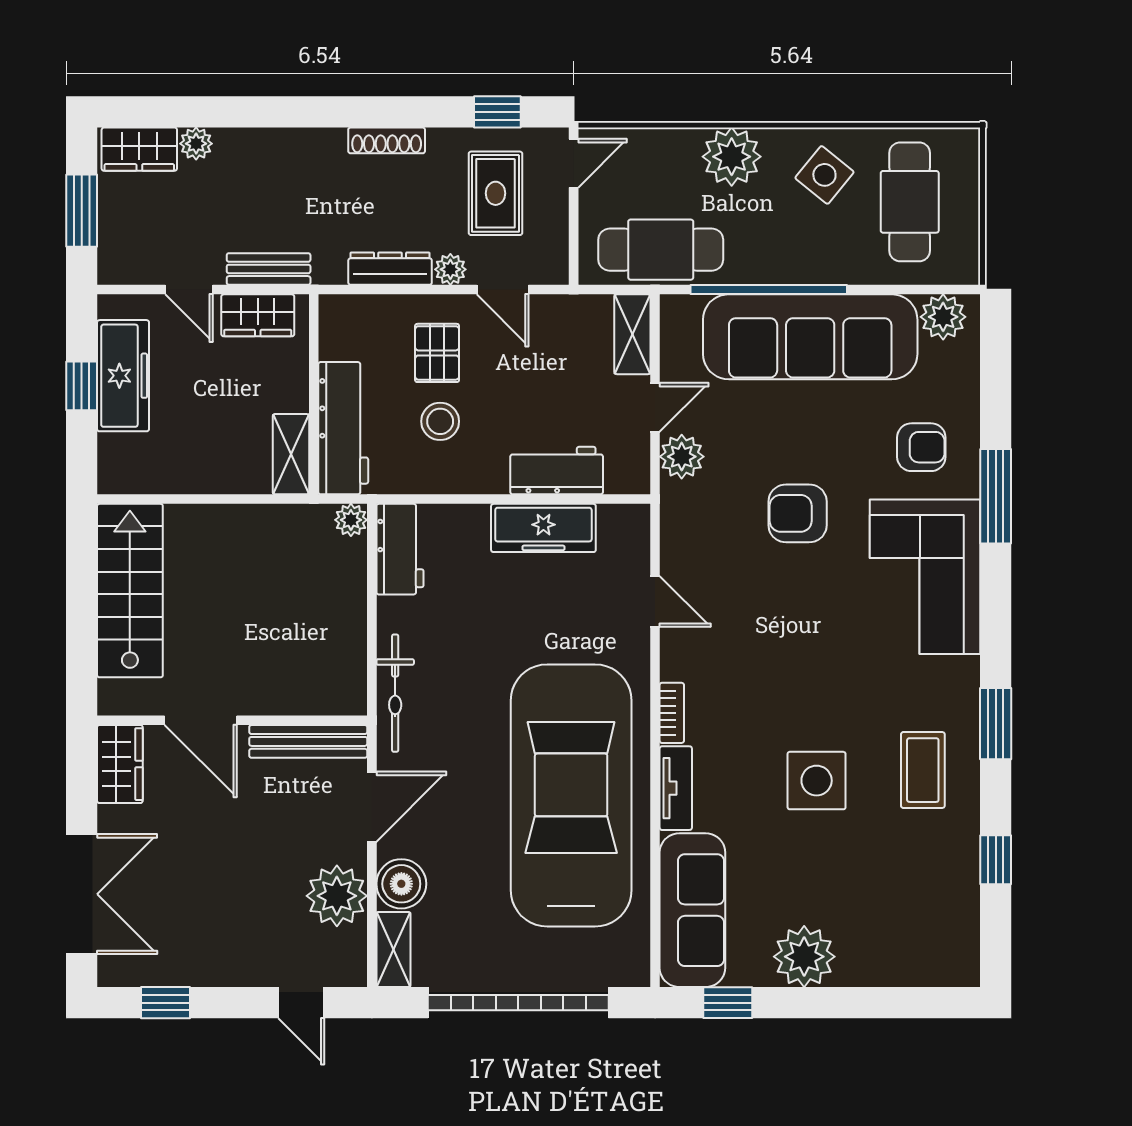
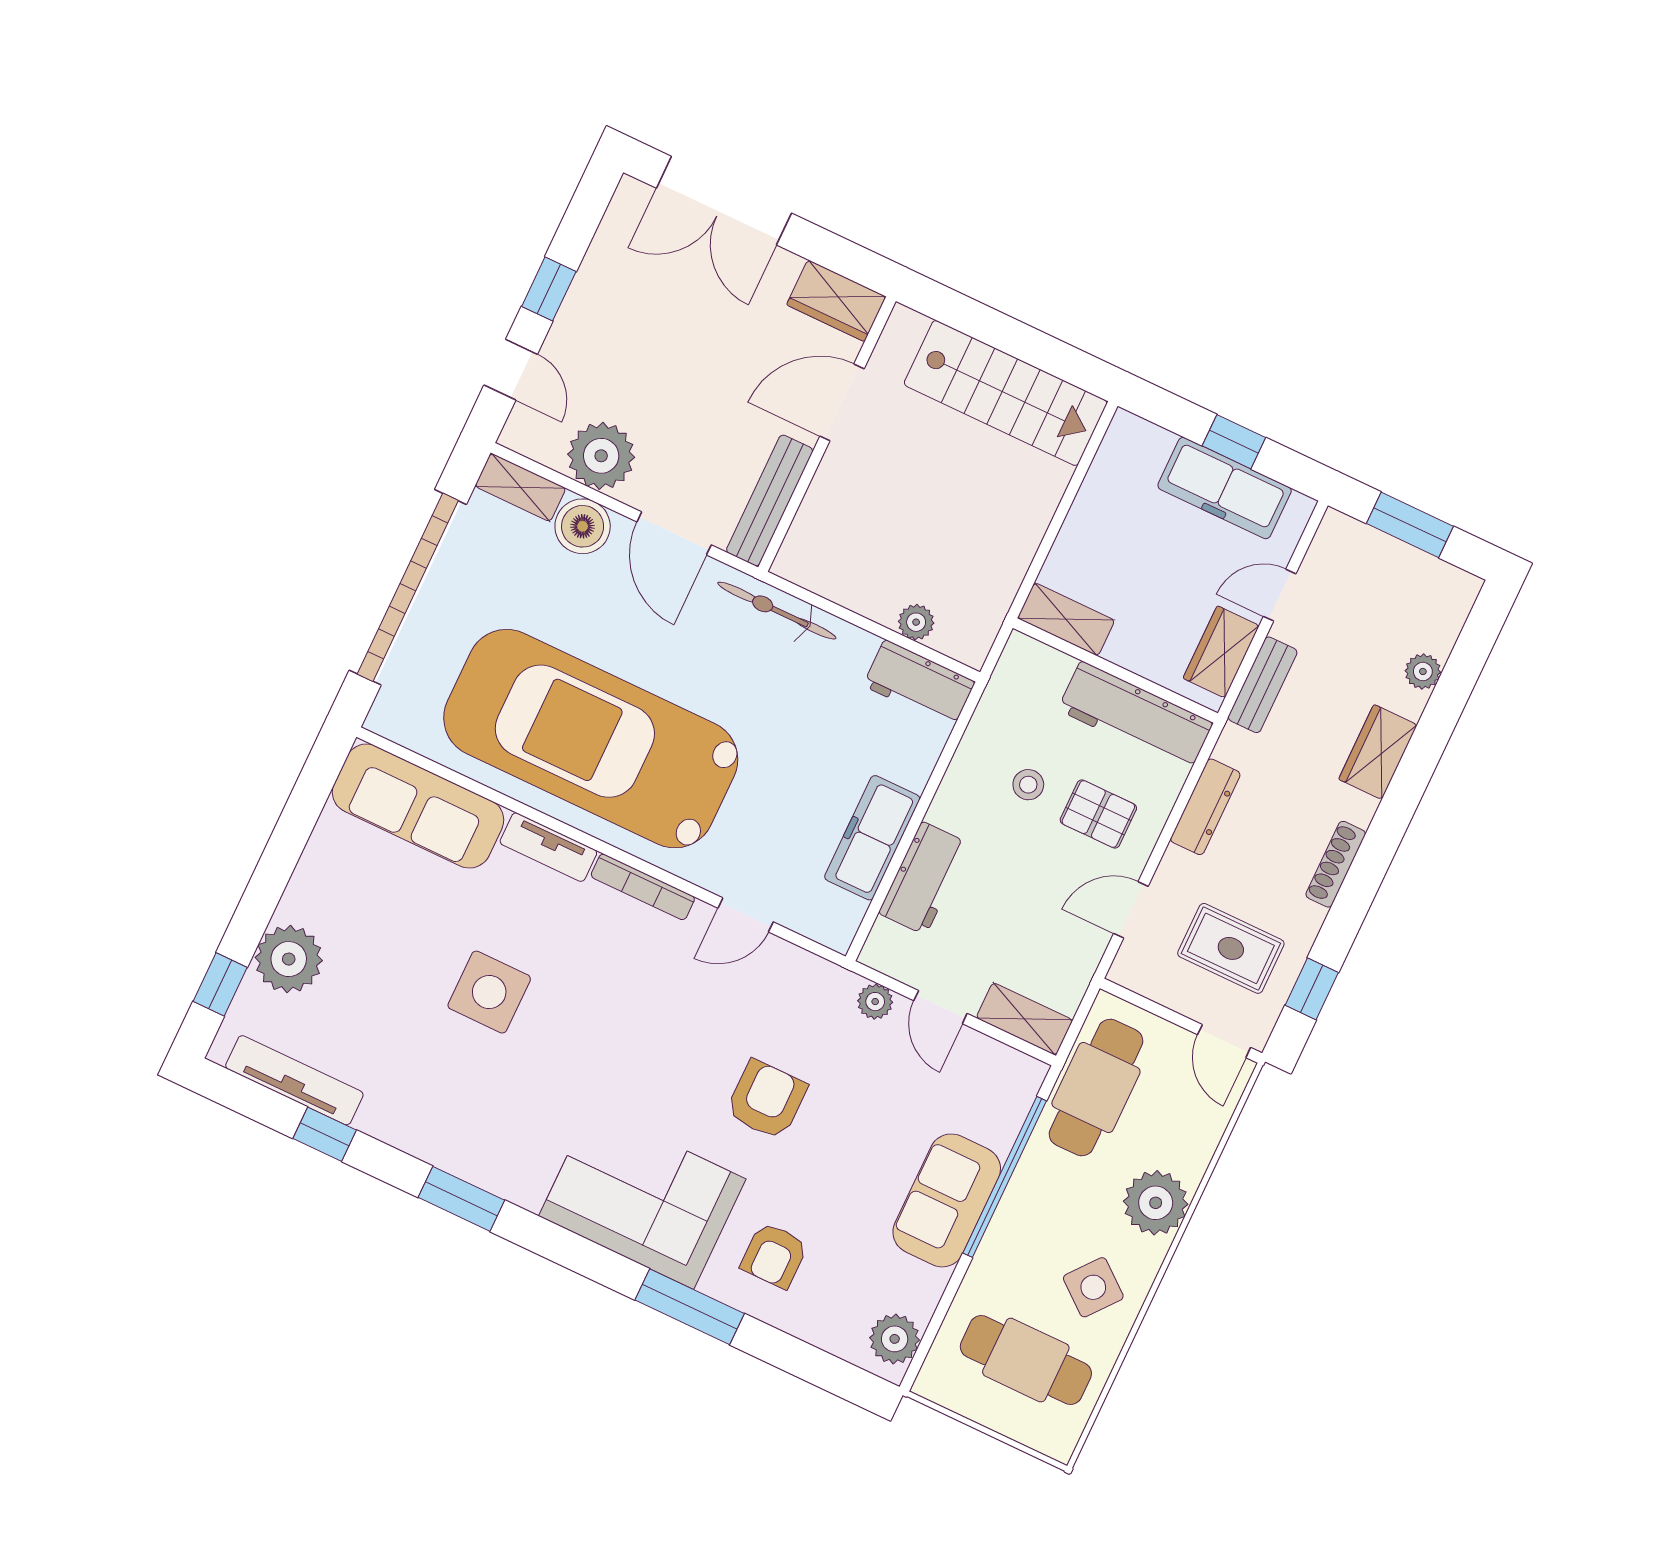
wardrobe: (139, 149) -> (1378, 752), moved
plant: (450, 269) -> (1176, 867), removed
sofa: (810, 337) -> (947, 1200), width x0.54, depth x0.79
stool: (440, 421) -> (1028, 785), width x0.73, depth x0.73
workbench: (343, 428) -> (1135, 716), moved
plant: (682, 457) -> (875, 1002), width x0.73, depth x0.73
plant: (351, 520) -> (916, 622), moved
bookcase: (672, 713) -> (643, 887), width x1.56
coffee table: (923, 770) -> (449, 1104), removed
car: (571, 795) -> (591, 739), turned 180
tv unit: (963, 905) -> (294, 1080), added
plant: (804, 957) -> (289, 959), moved
window: (165, 1003) -> (549, 289), moved
door: (301, 1003) -> (511, 370), swing flipped
window: (728, 1003) -> (220, 984), moved

